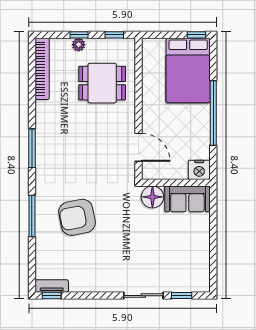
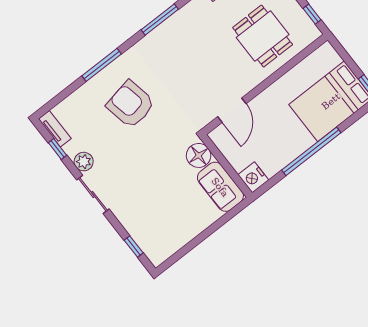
plant: (92, 284) -> (84, 162), added
window: (52, 296) -> (58, 149), moved
sliding door: (143, 296) -> (93, 194), moved

